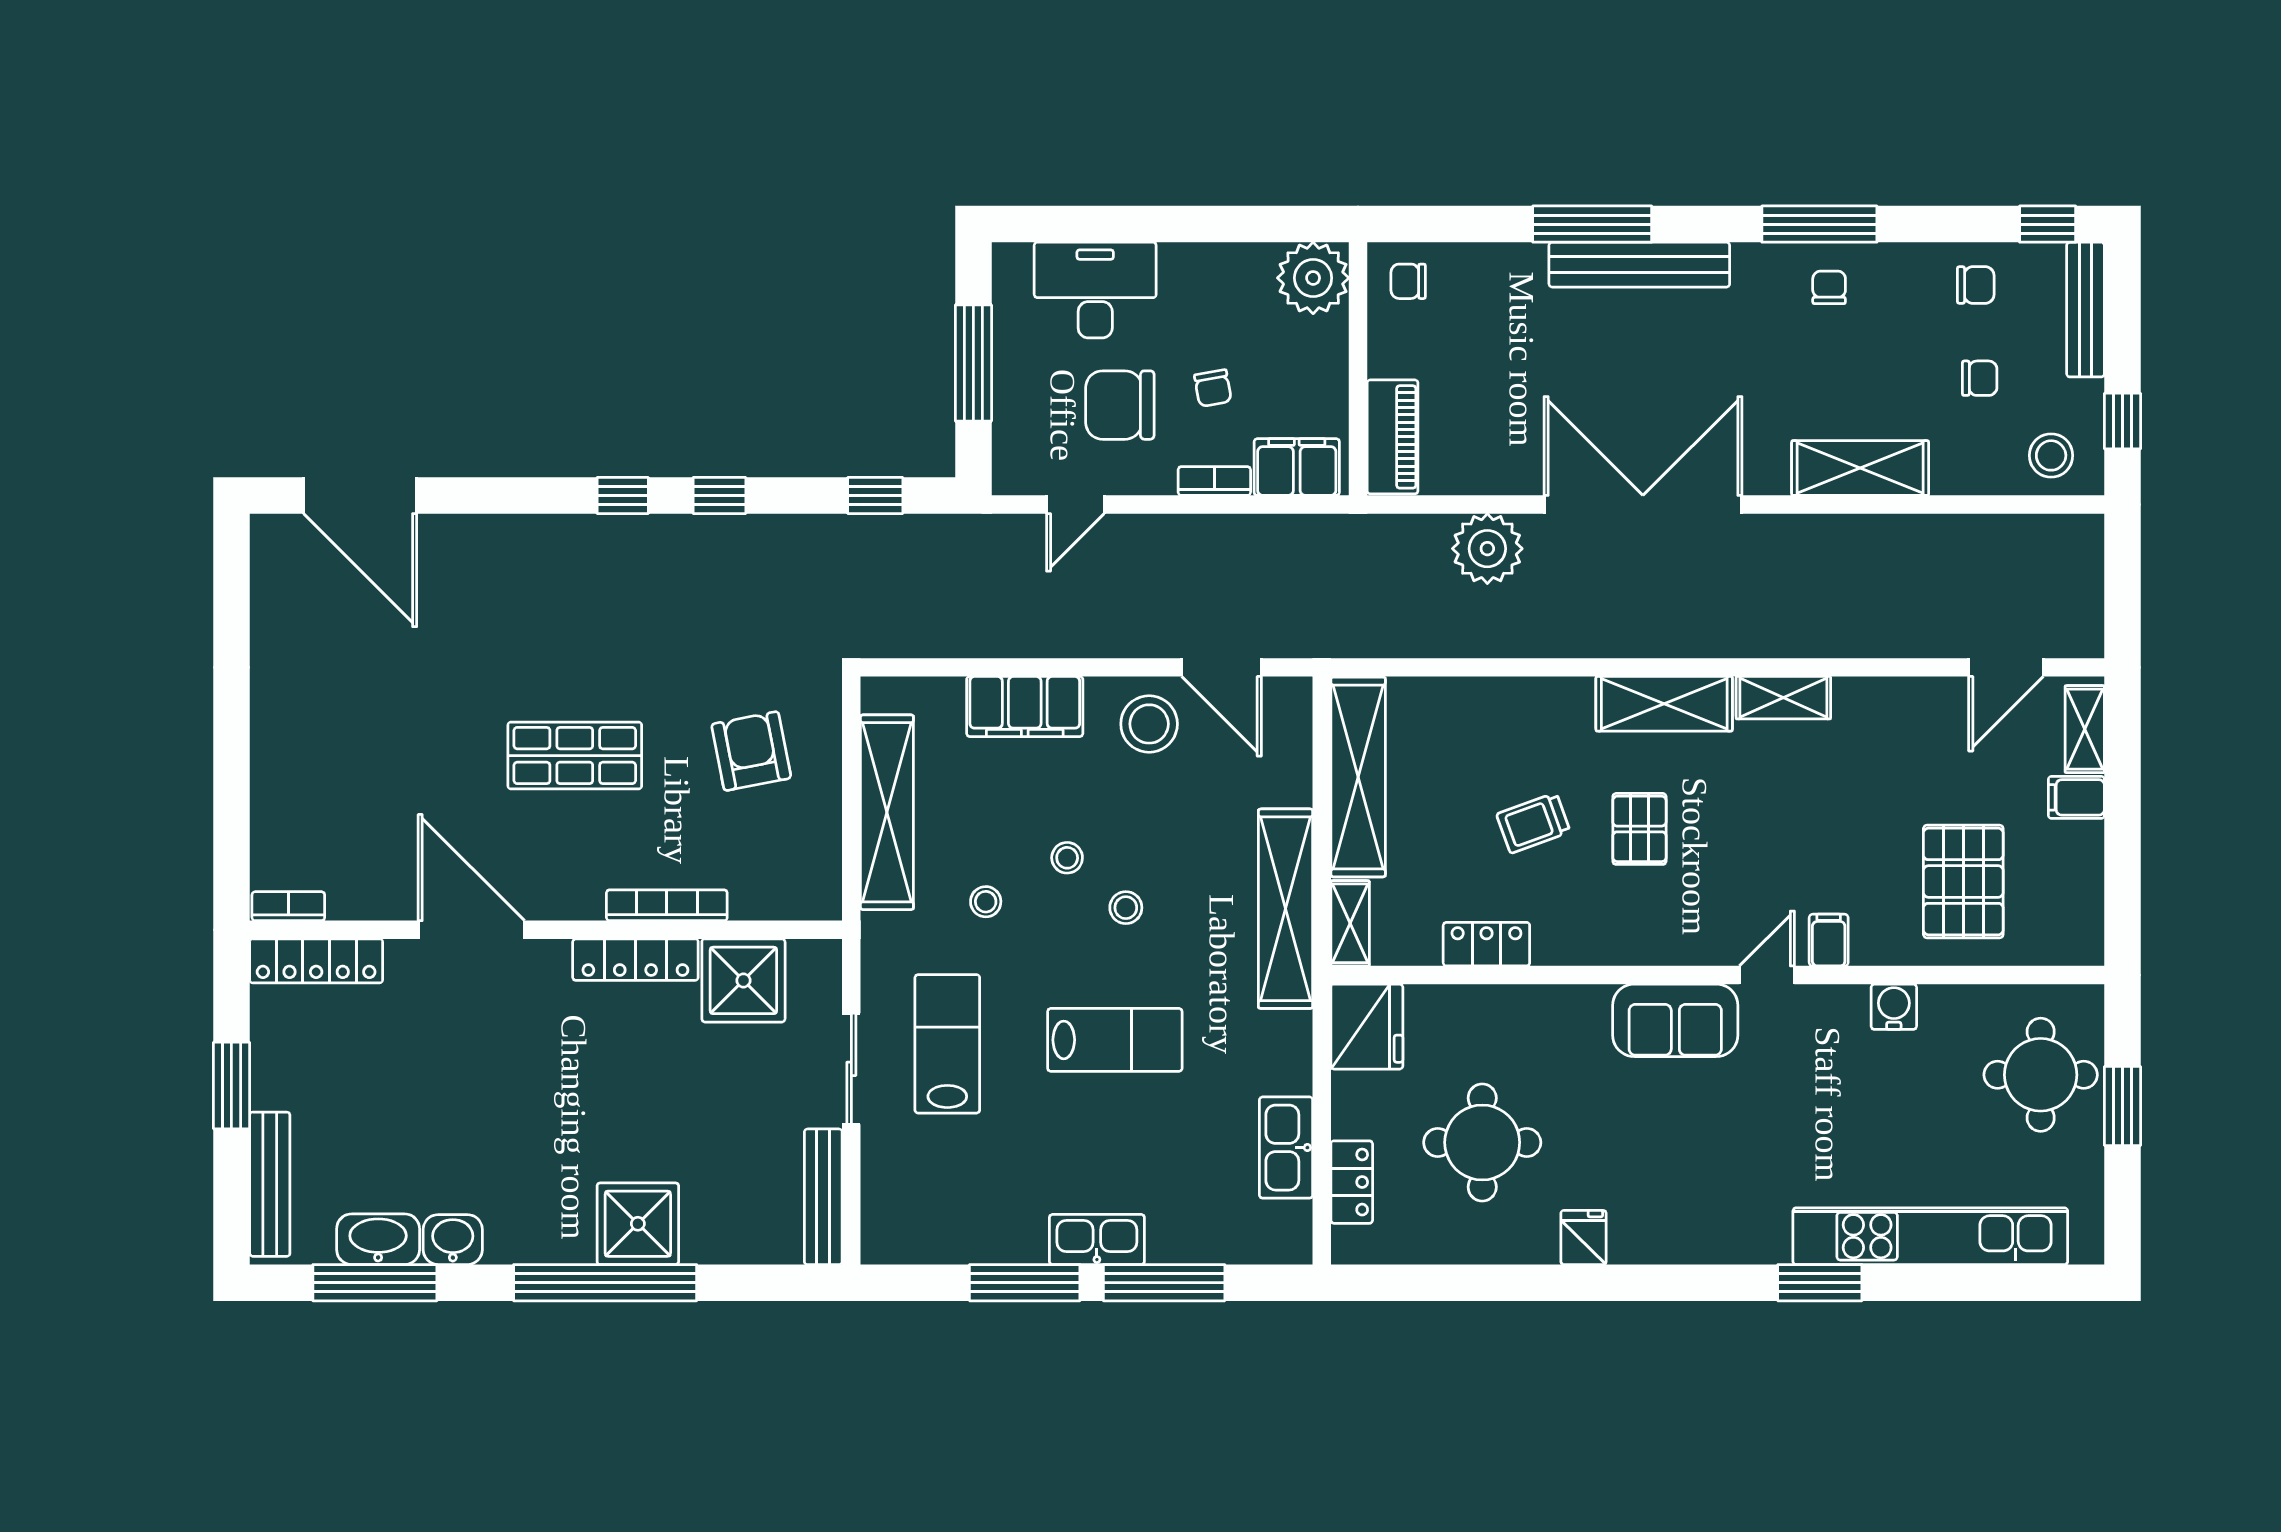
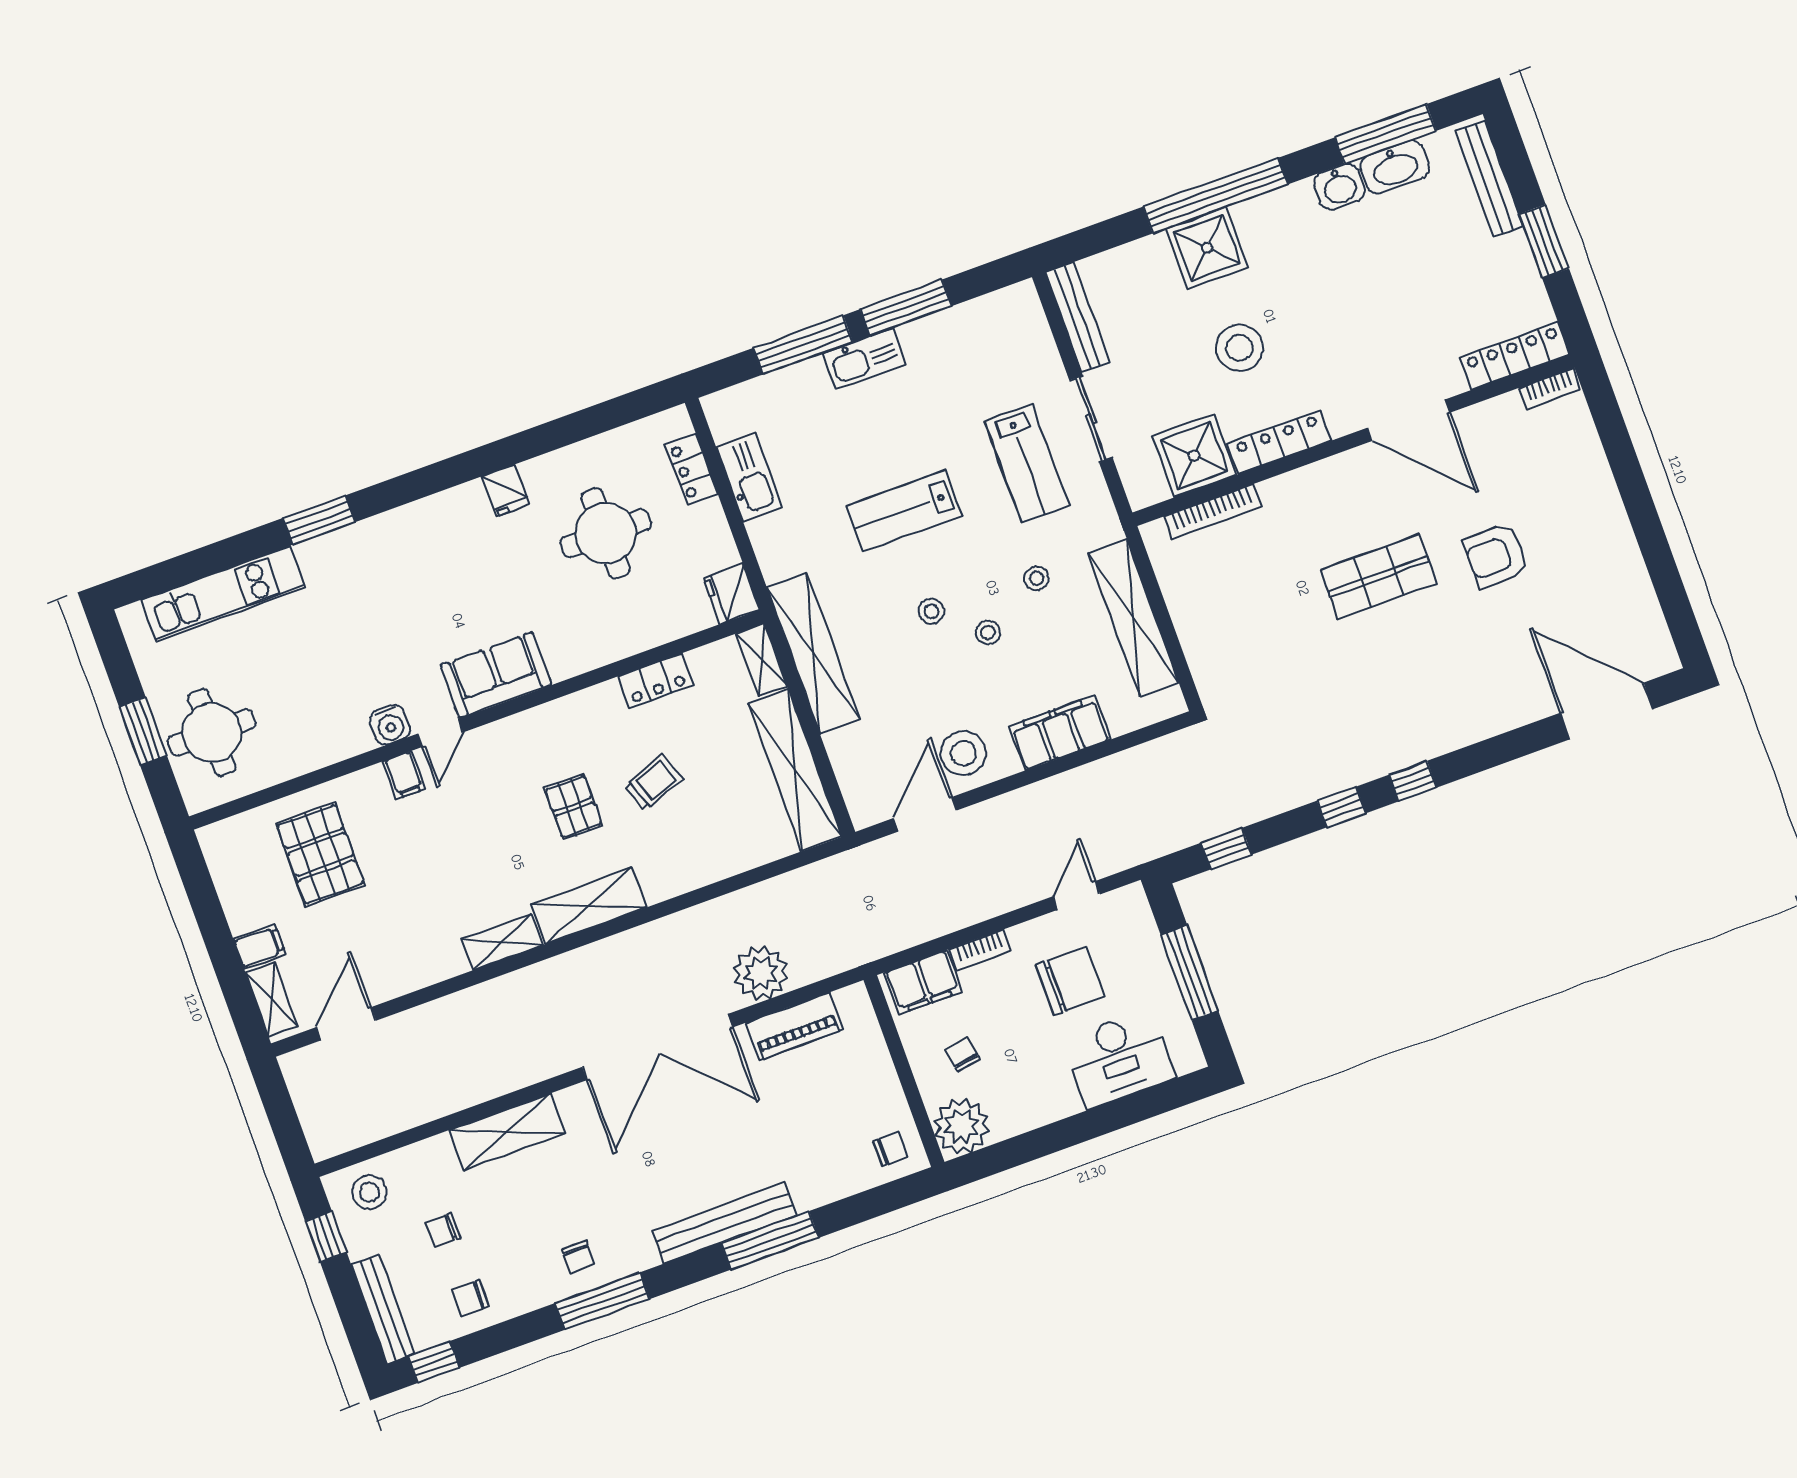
chair: (1213, 388) -> (962, 1055), moved
piano: (1393, 437) -> (795, 1026), moved, turned -90
door: (1221, 667) -> (925, 814), hinge flipped
armchair: (751, 751) -> (1496, 556), moved, turned 101
bookcase: (667, 905) -> (1213, 512), moved
water cooler: (1894, 1007) -> (390, 725), moved
fridge: (1367, 1027) -> (732, 594), width x0.73, depth x0.75
stool: (642, 1090) -> (1239, 348), added
kitchen unit: (1930, 1236) -> (223, 594), width x0.73

